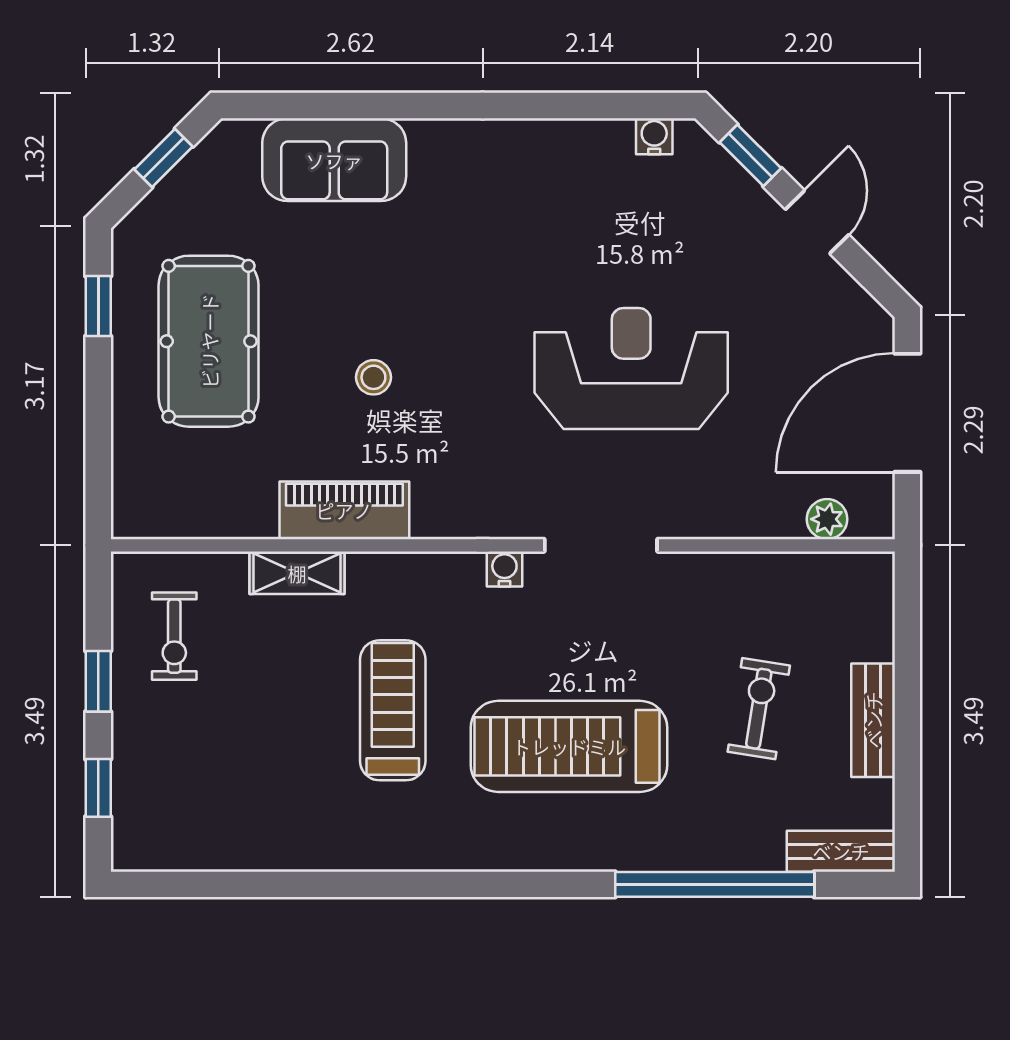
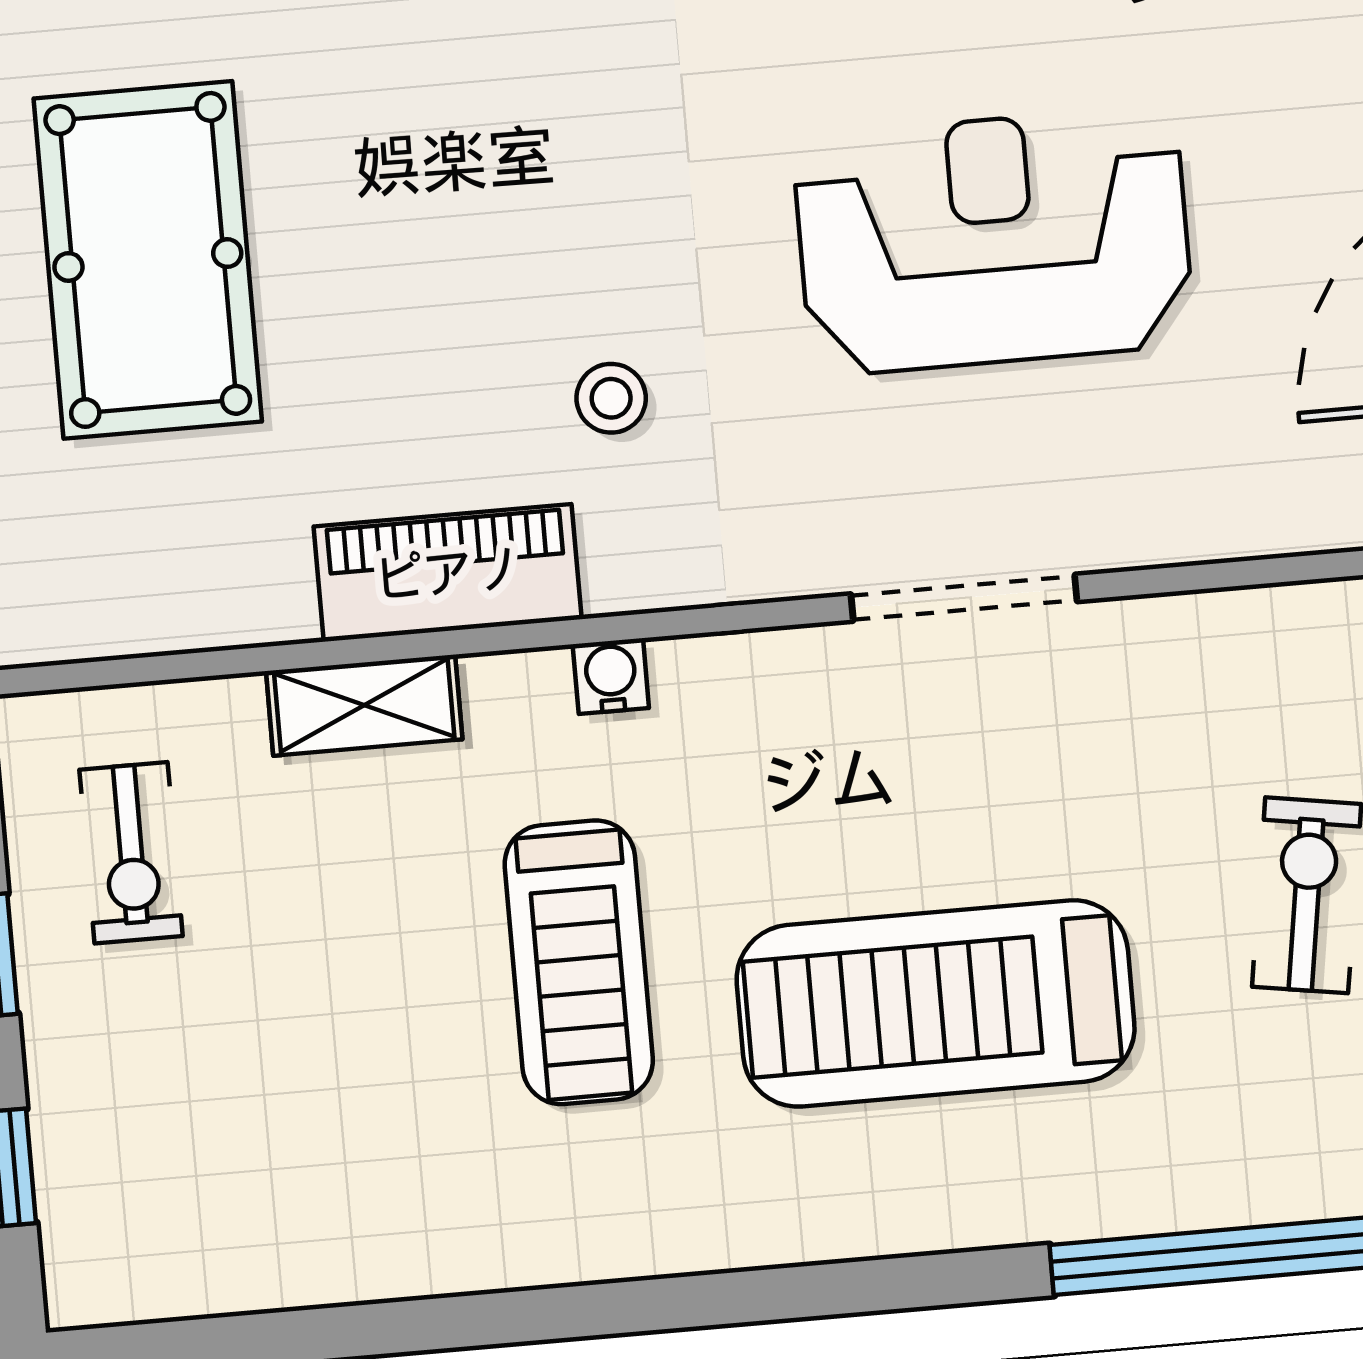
stool: (373, 377) -> (611, 398), moved
water cooler: (504, 569) -> (611, 676), moved
treadmill: (393, 710) -> (579, 962), turned 180

